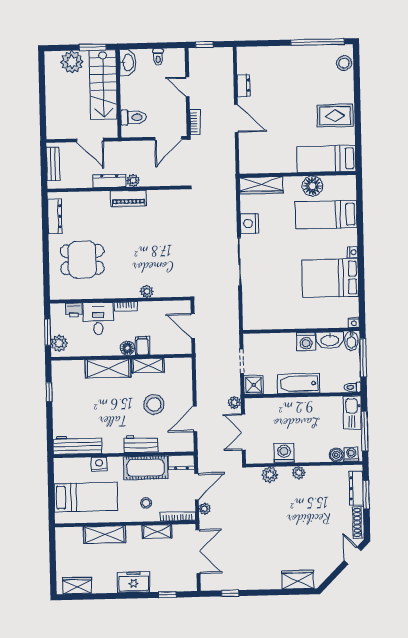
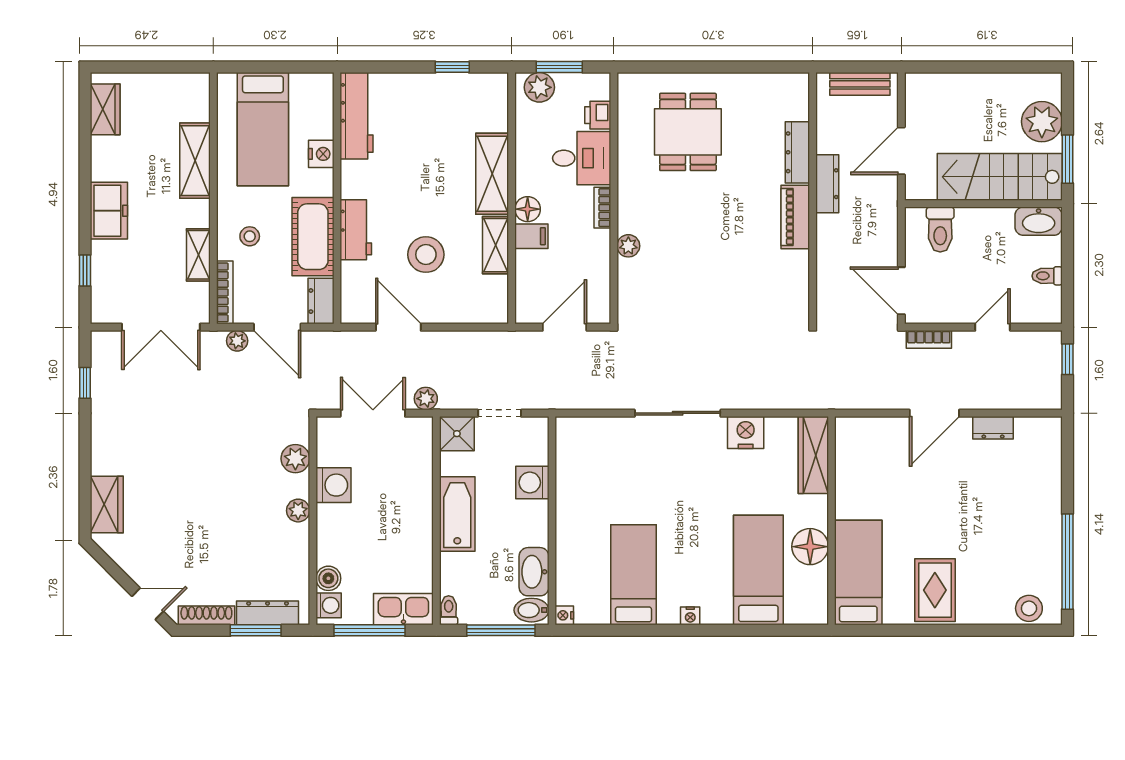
plant: (133, 180) -> (827, 226), removed
dresser: (55, 216) -> (797, 152), moved, turned 90
bed: (330, 278) -> (633, 575), width x0.67
washing machine: (306, 341) -> (532, 483), moved

